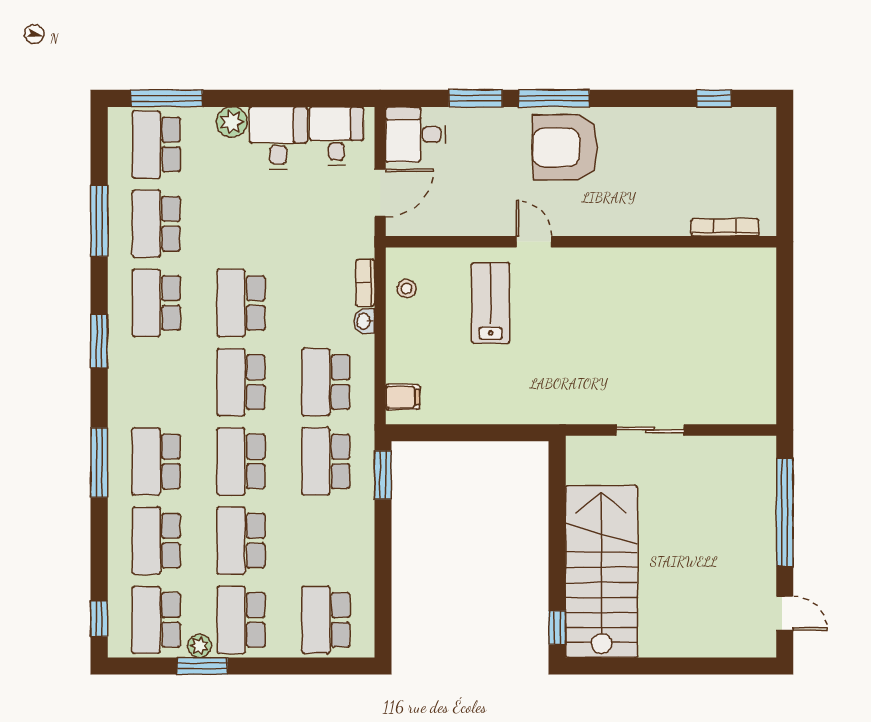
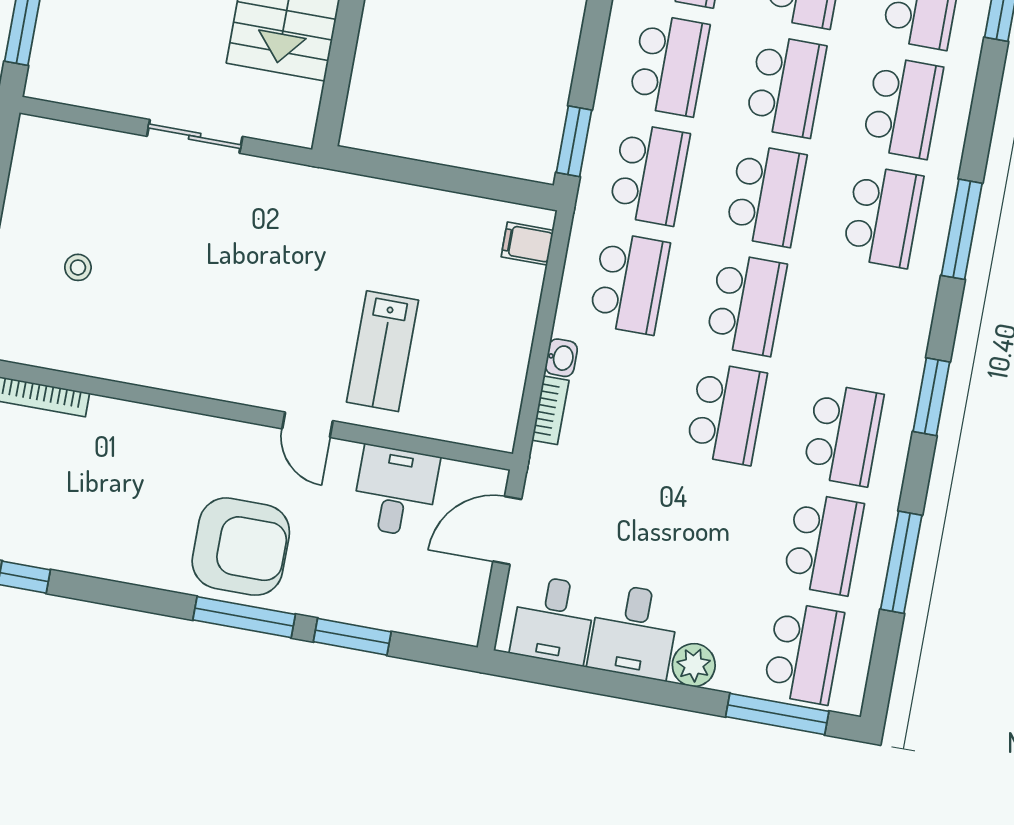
desk: (416, 134) -> (395, 491), moved, turned -90
stool: (407, 289) -> (78, 267), moved
school desk: (326, 541) -> (669, 65), added

